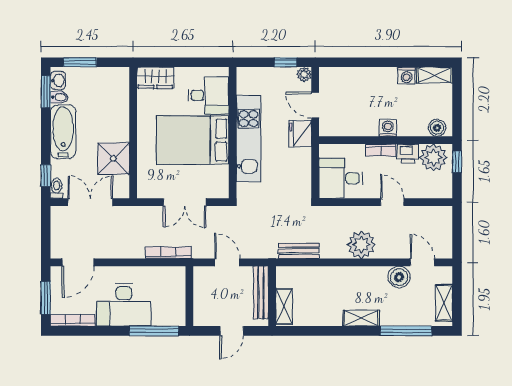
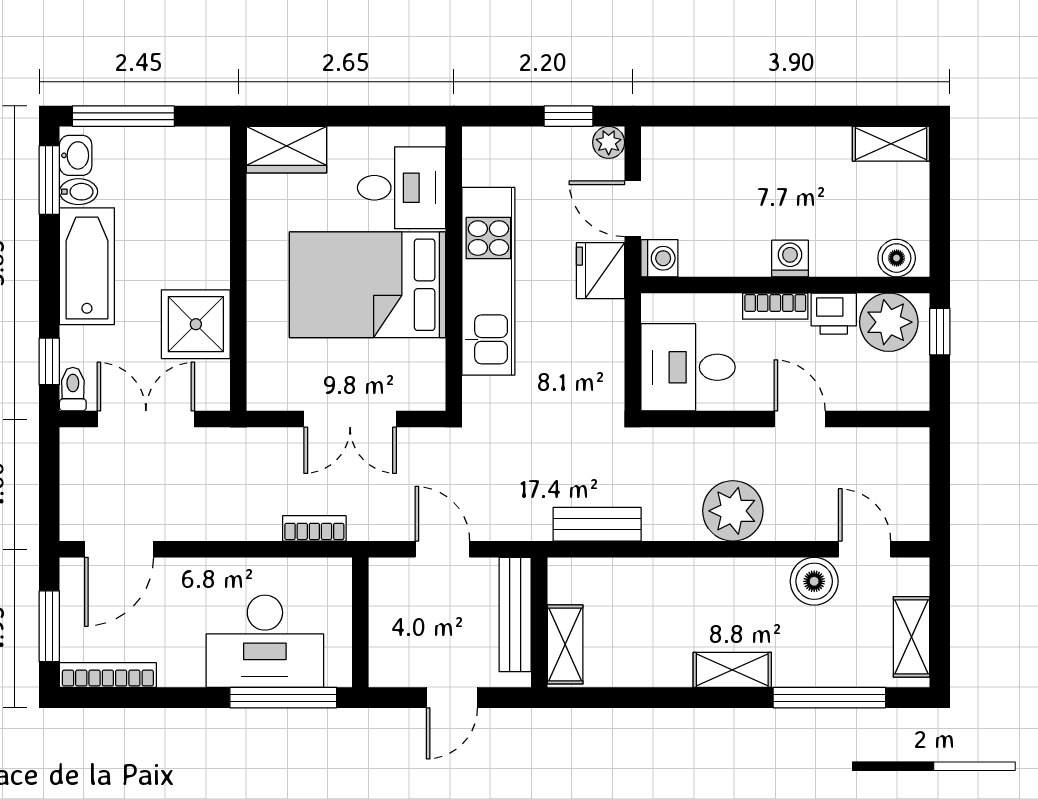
window: (80, 62) -> (123, 116), width x1.44
washing machine: (407, 76) -> (659, 258), moved, turned -90
bookcase: (168, 253) -> (314, 528), width x0.64
desk: (124, 305) -> (265, 641), moved

